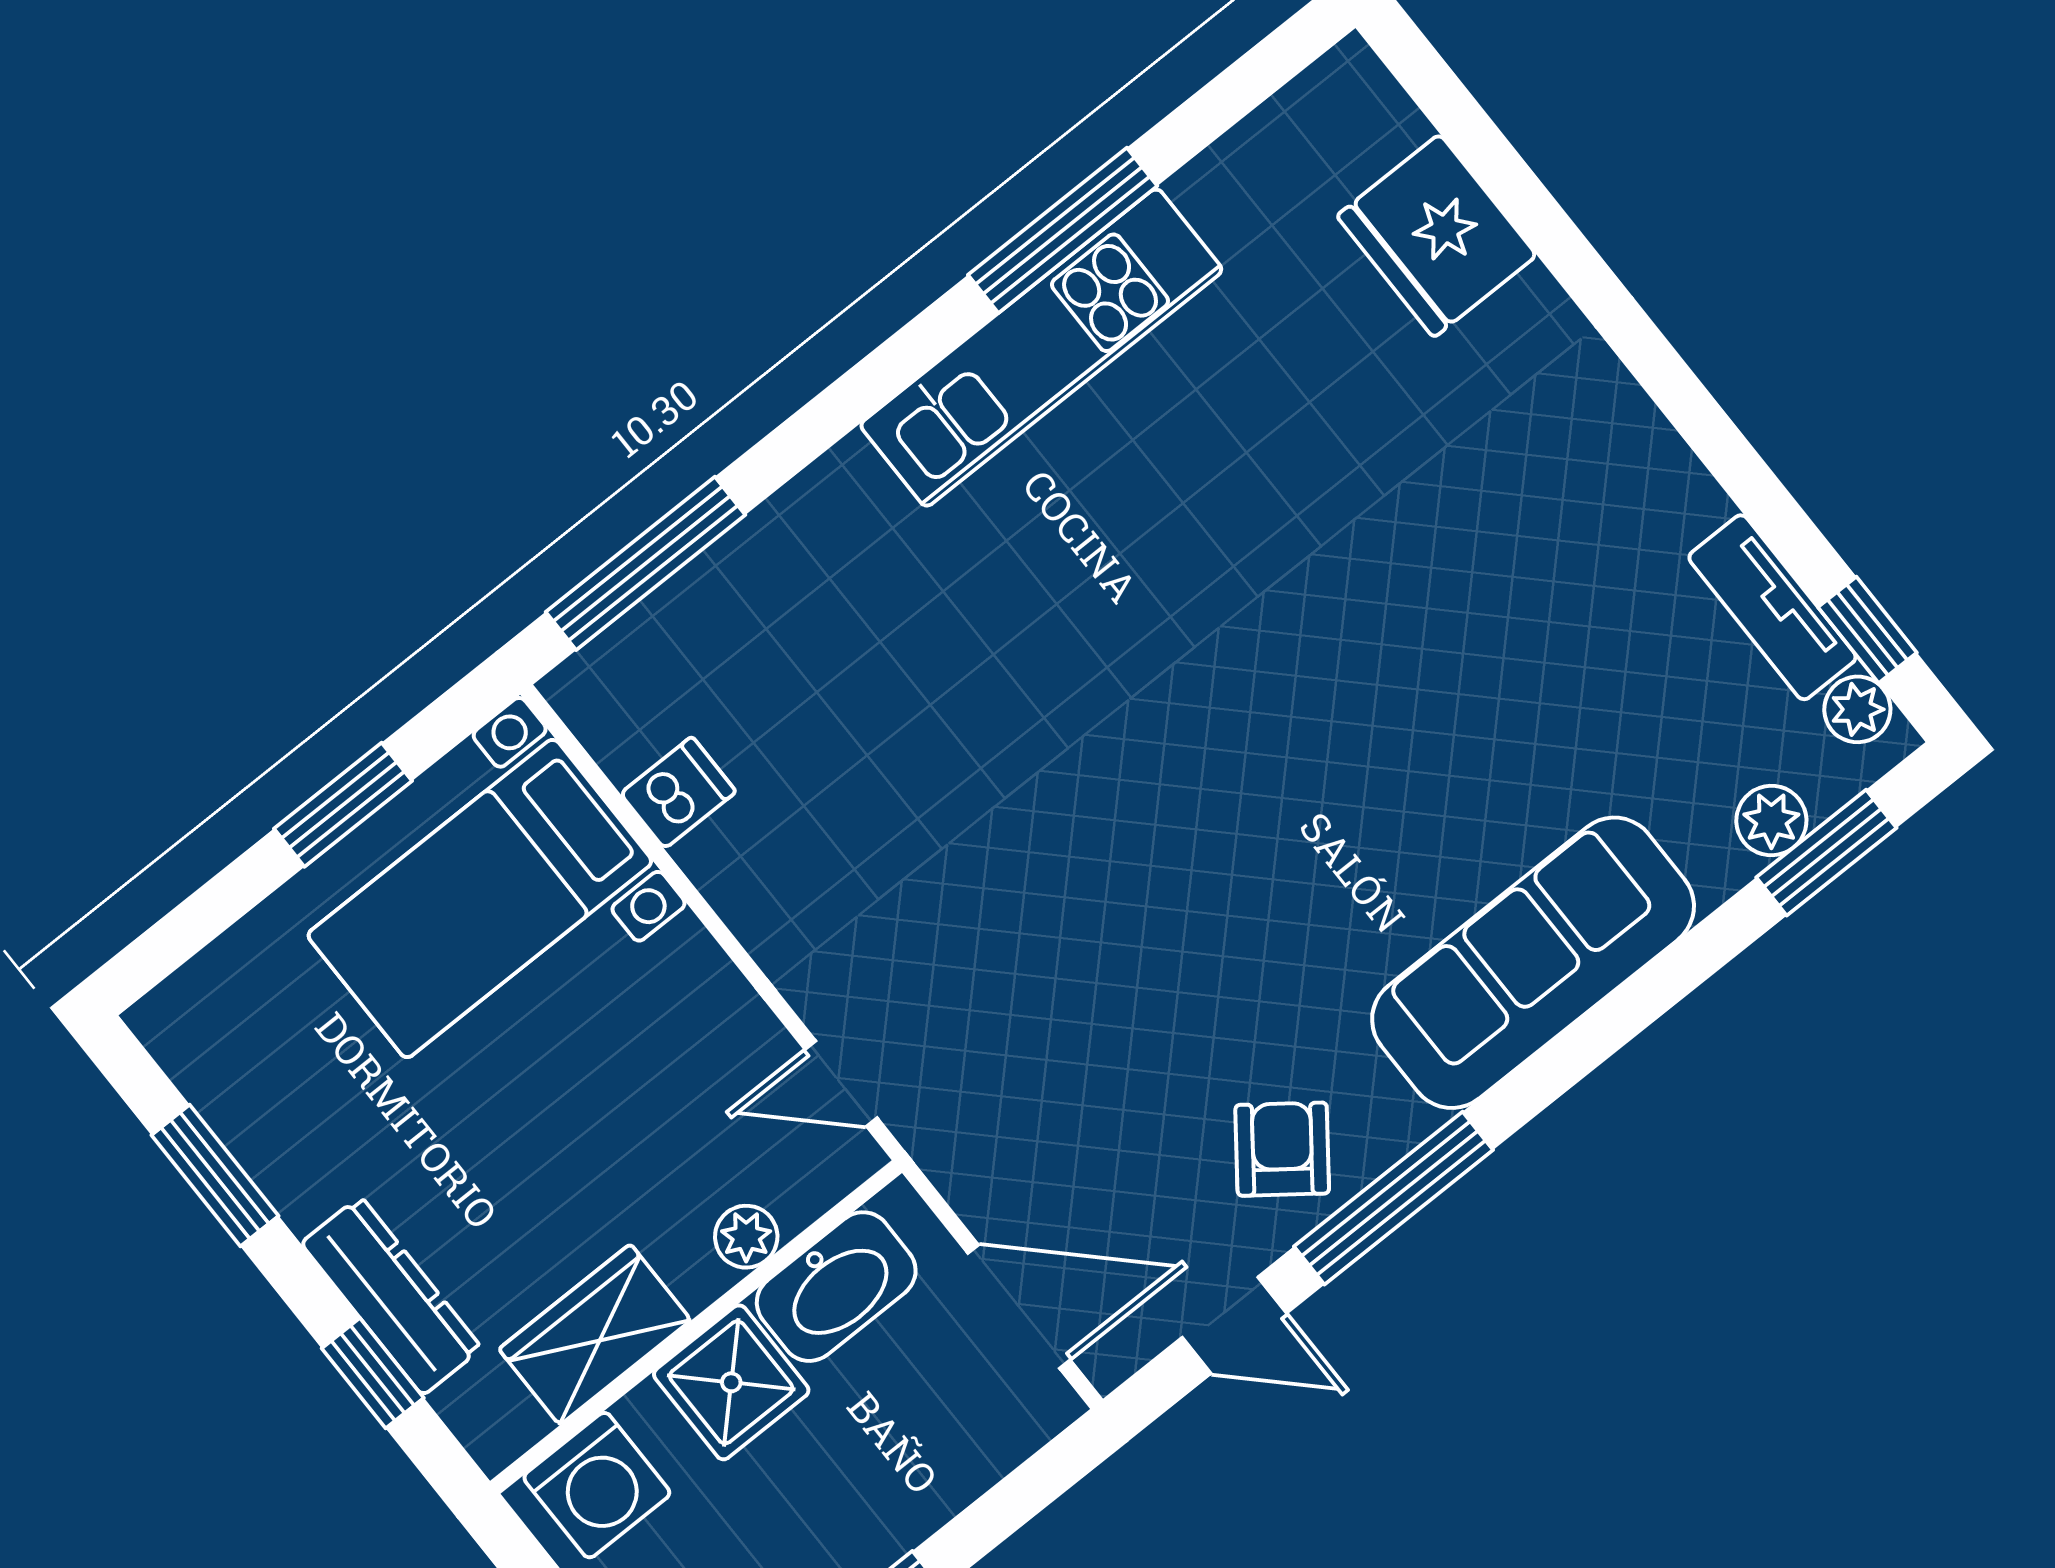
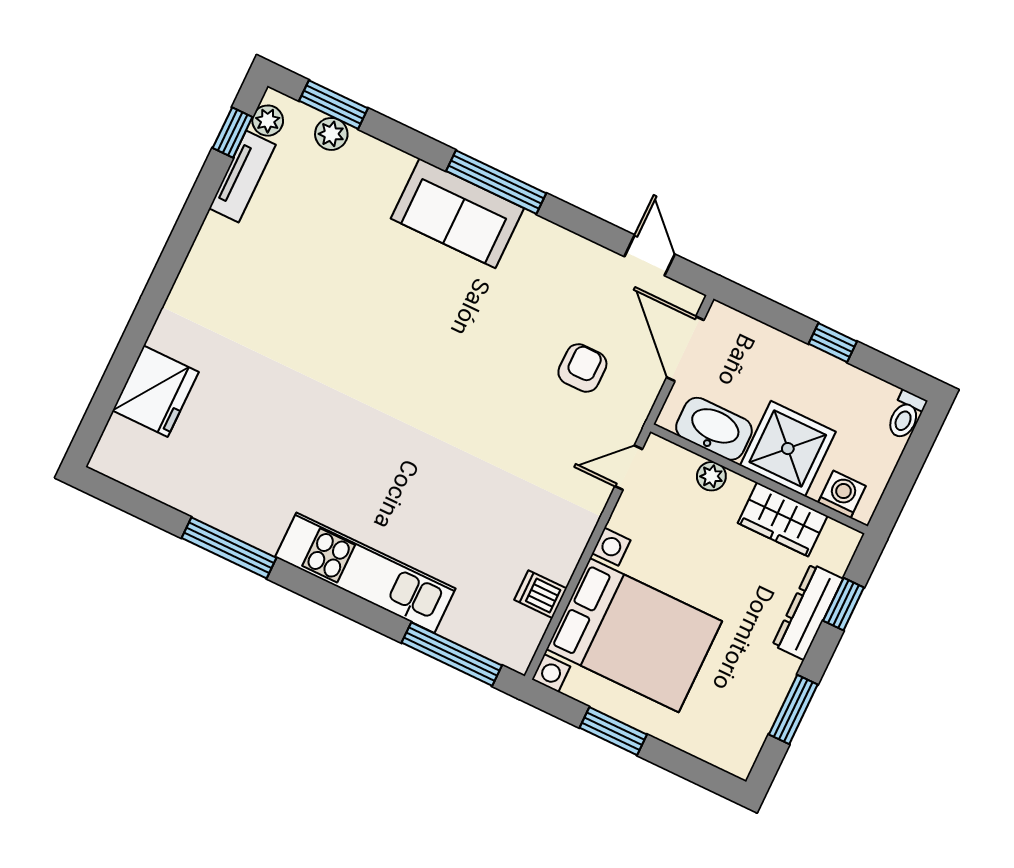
kitchen unit: (1041, 348) -> (365, 573), moved
bed with nightstands: (480, 898) -> (634, 635), width x1.36
sofa: (1533, 963) -> (457, 213), width x0.73
door: (841, 1084) -> (629, 468), swing flipped
armchair: (1282, 1149) -> (582, 368), moved, turned 143
window: (1393, 1198) -> (496, 182), moved
shower: (731, 1382) -> (788, 449), width x1.36, depth x1.36
washing machine: (597, 1485) -> (842, 494), width x0.73, depth x0.73

